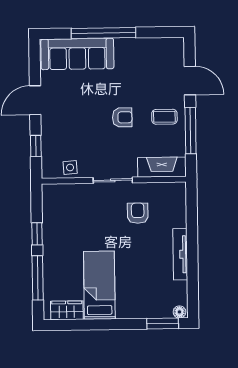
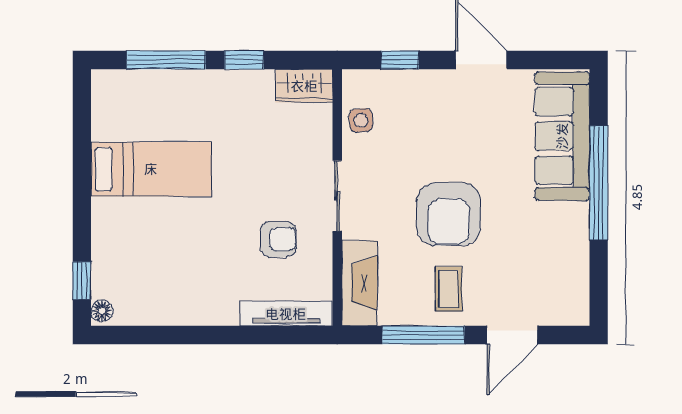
armchair: (122, 117) -> (449, 214), width x1.88, depth x1.88
tv unit: (180, 254) -> (286, 314), moved
wardrobe: (67, 310) -> (304, 86), moved, turned 90
window: (163, 323) -> (82, 281), width x0.67

